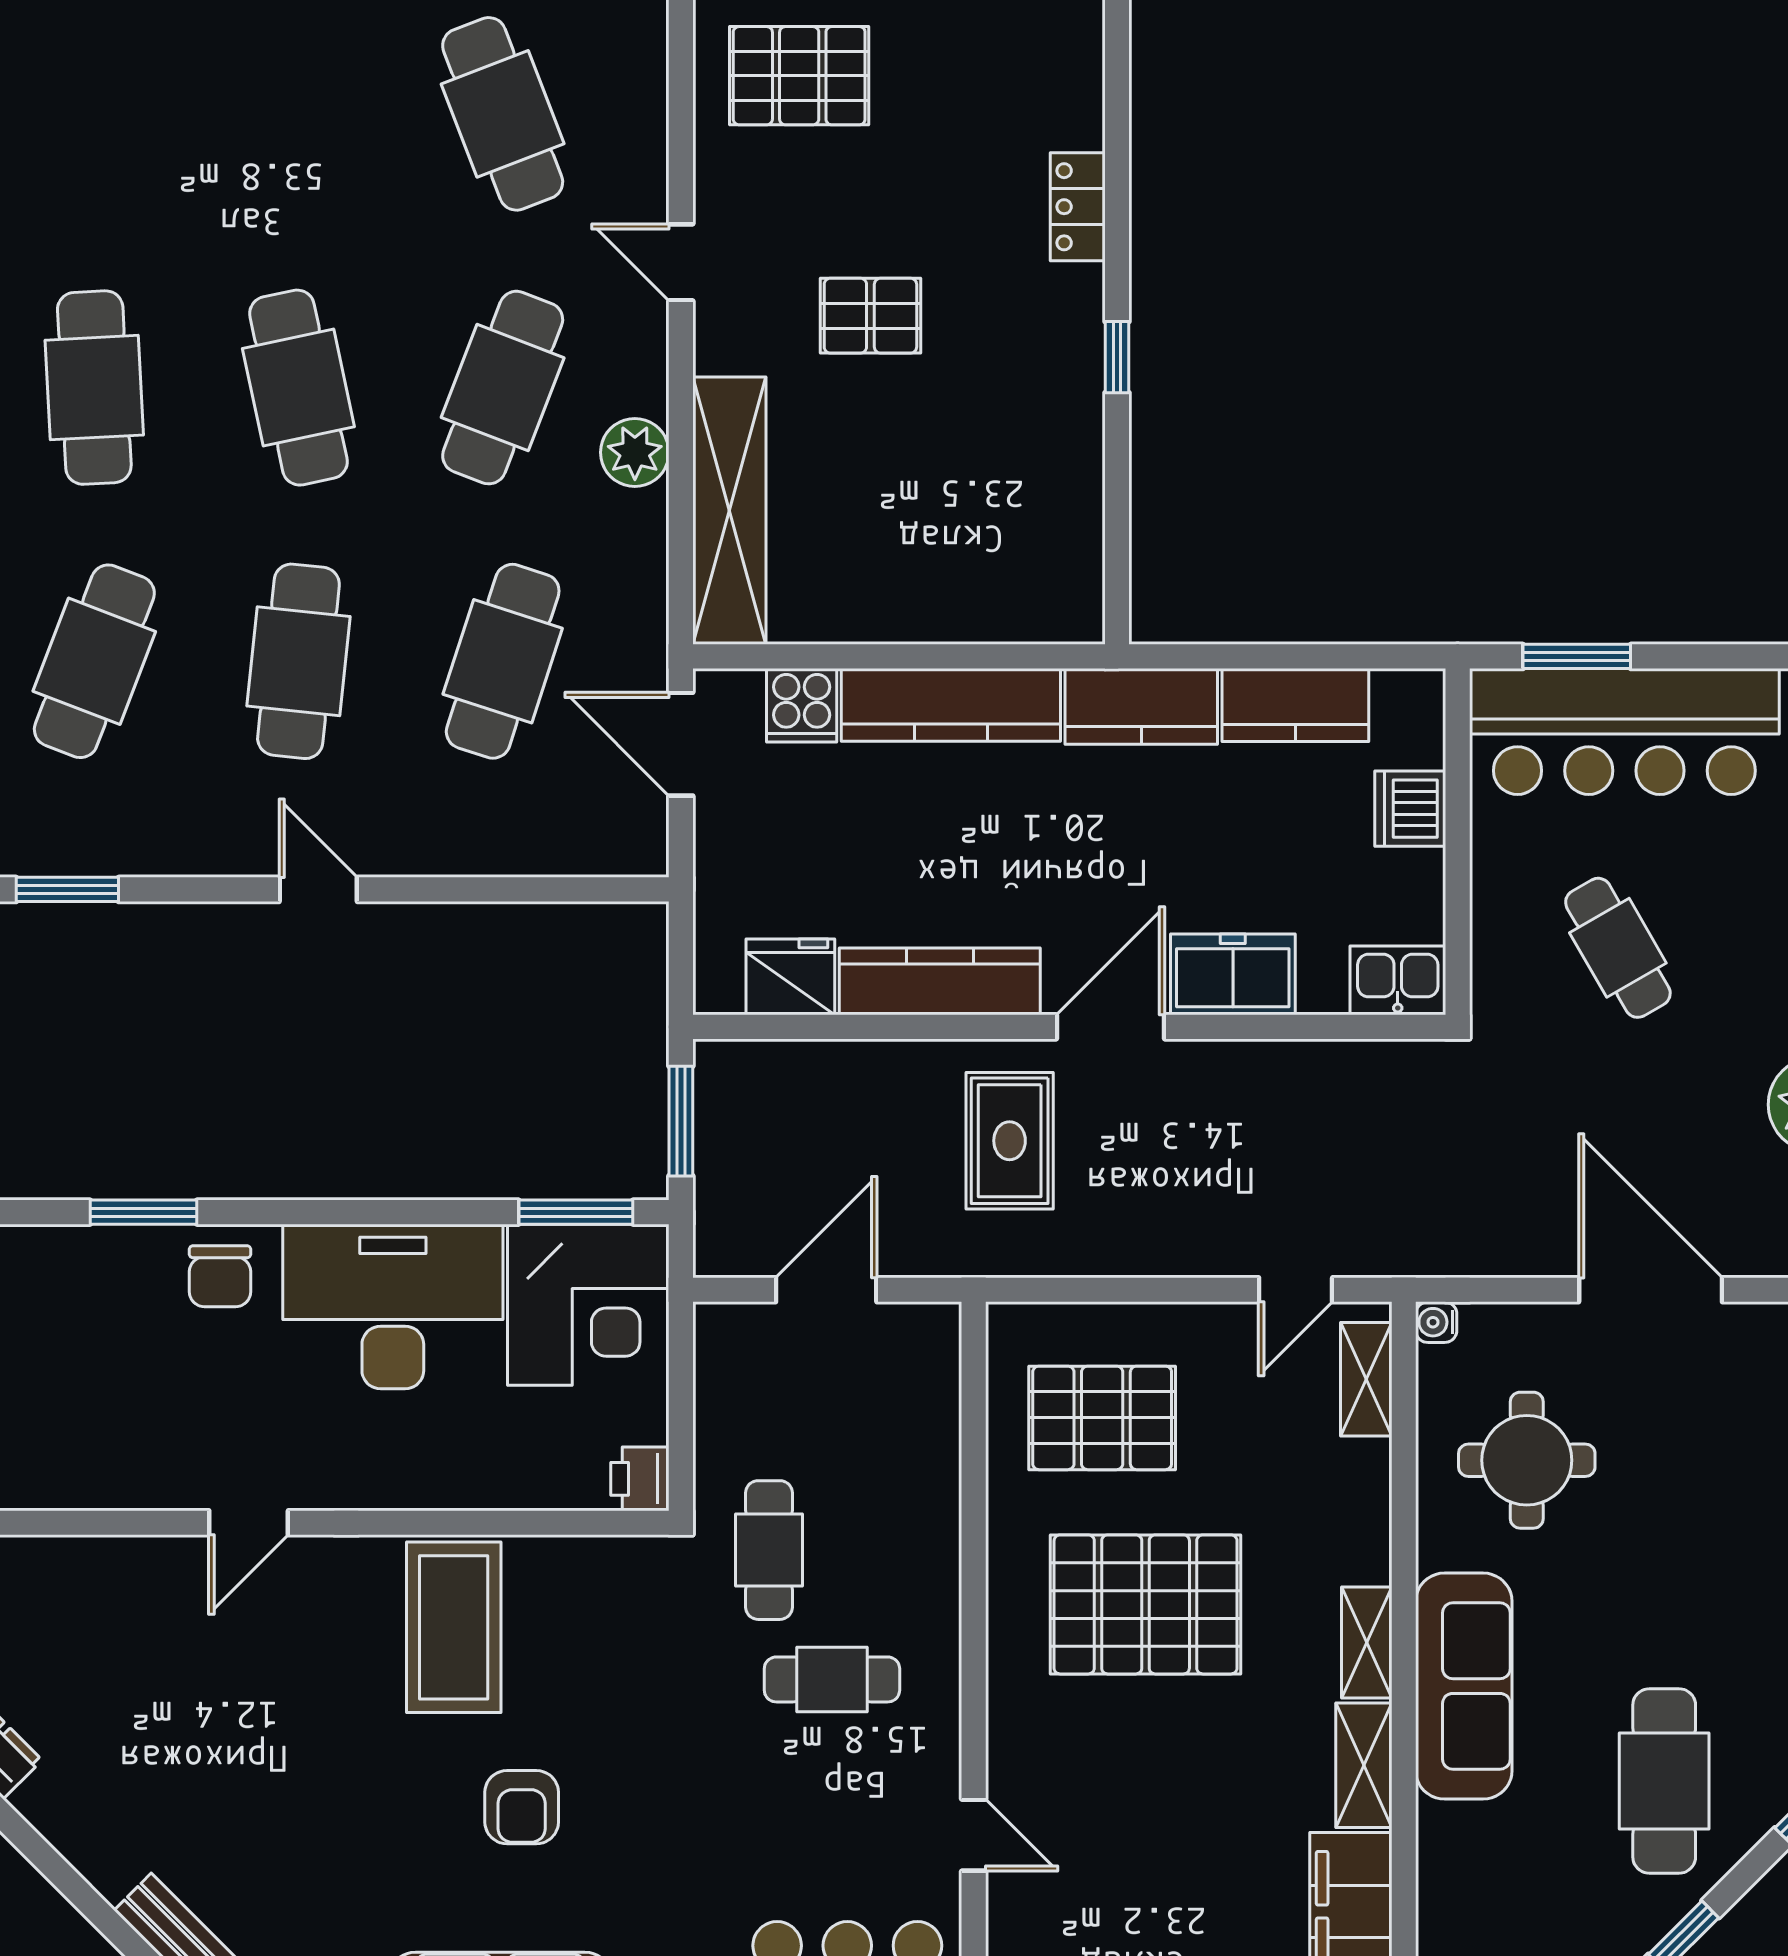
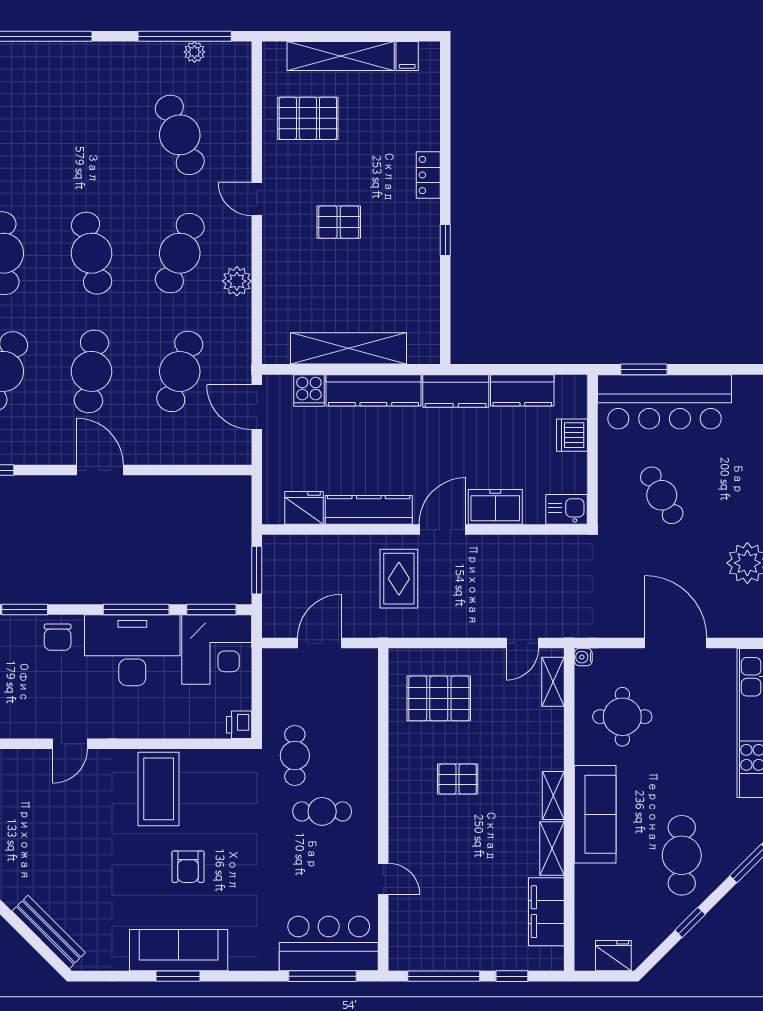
shelving: (729, 511) -> (349, 348), moved, turned 90
door: (318, 889) -> (100, 470), width x1.38
window: (402, 1212) -> (136, 609), added
pallet: (1146, 1604) -> (458, 779), width x0.49, depth x0.50

